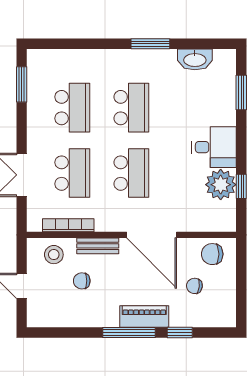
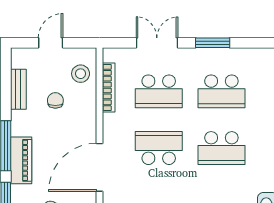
window: (22, 84) -> (213, 43), moved
school desk: (131, 173) -> (159, 148), turned 180
bench: (98, 246) -> (18, 89), moved

